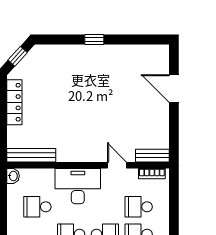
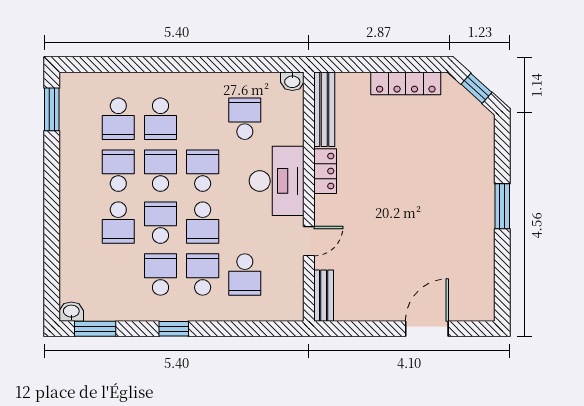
window: (94, 40) -> (502, 206), width x1.50
locker: (71, 155) -> (325, 171), added
bookcase: (152, 174) -> (296, 295), removed
school desk: (139, 207) -> (245, 275), turned 180

